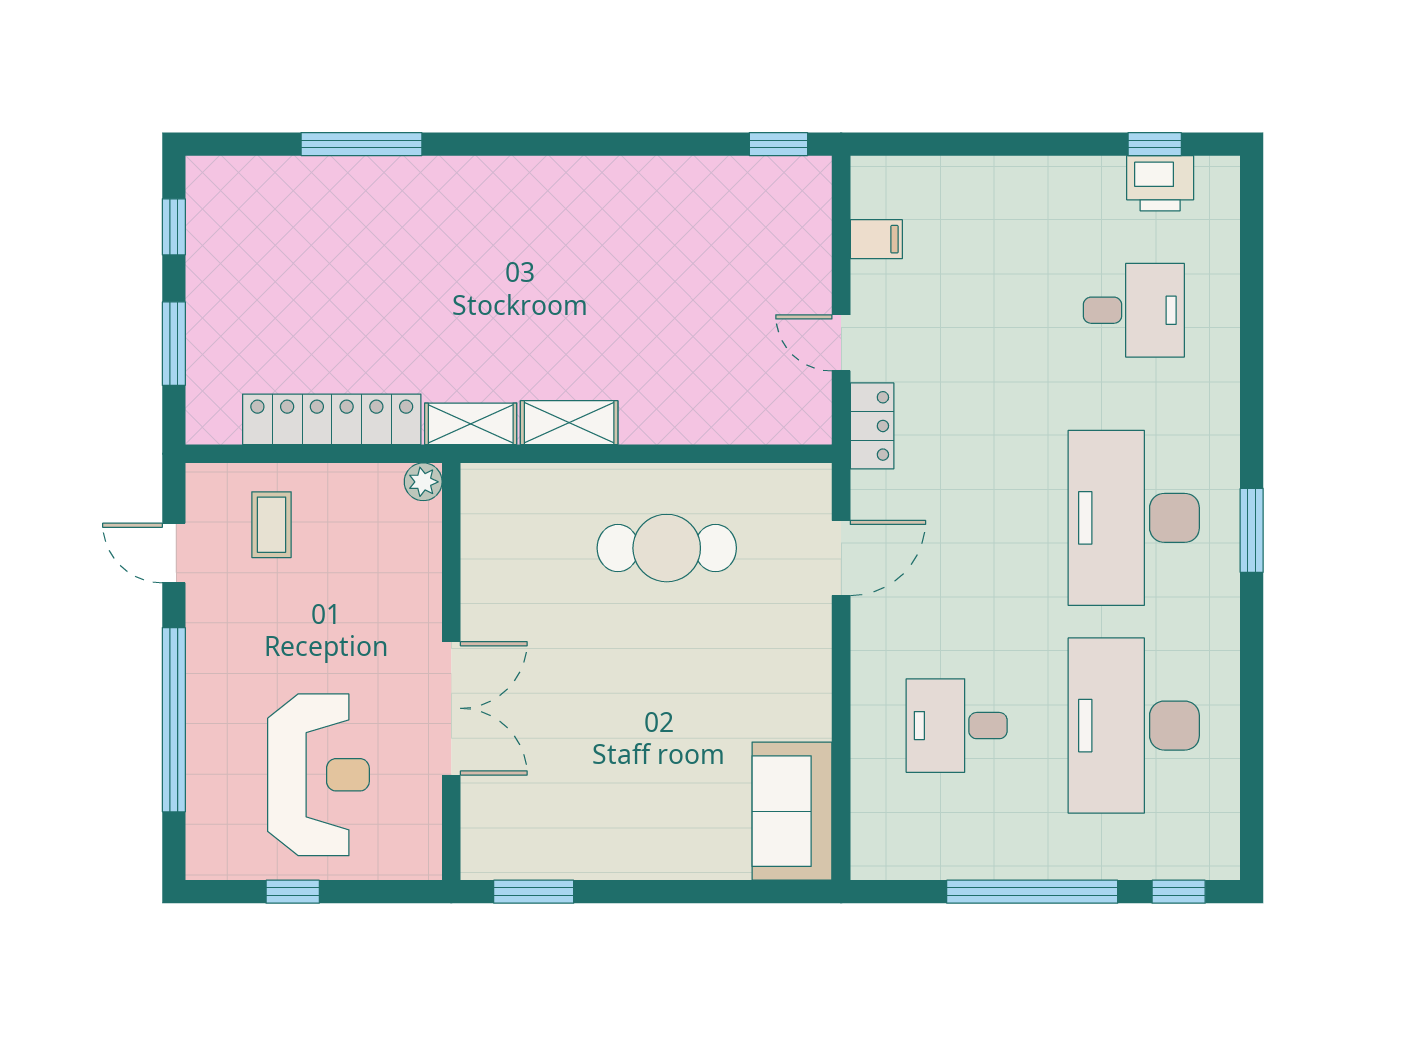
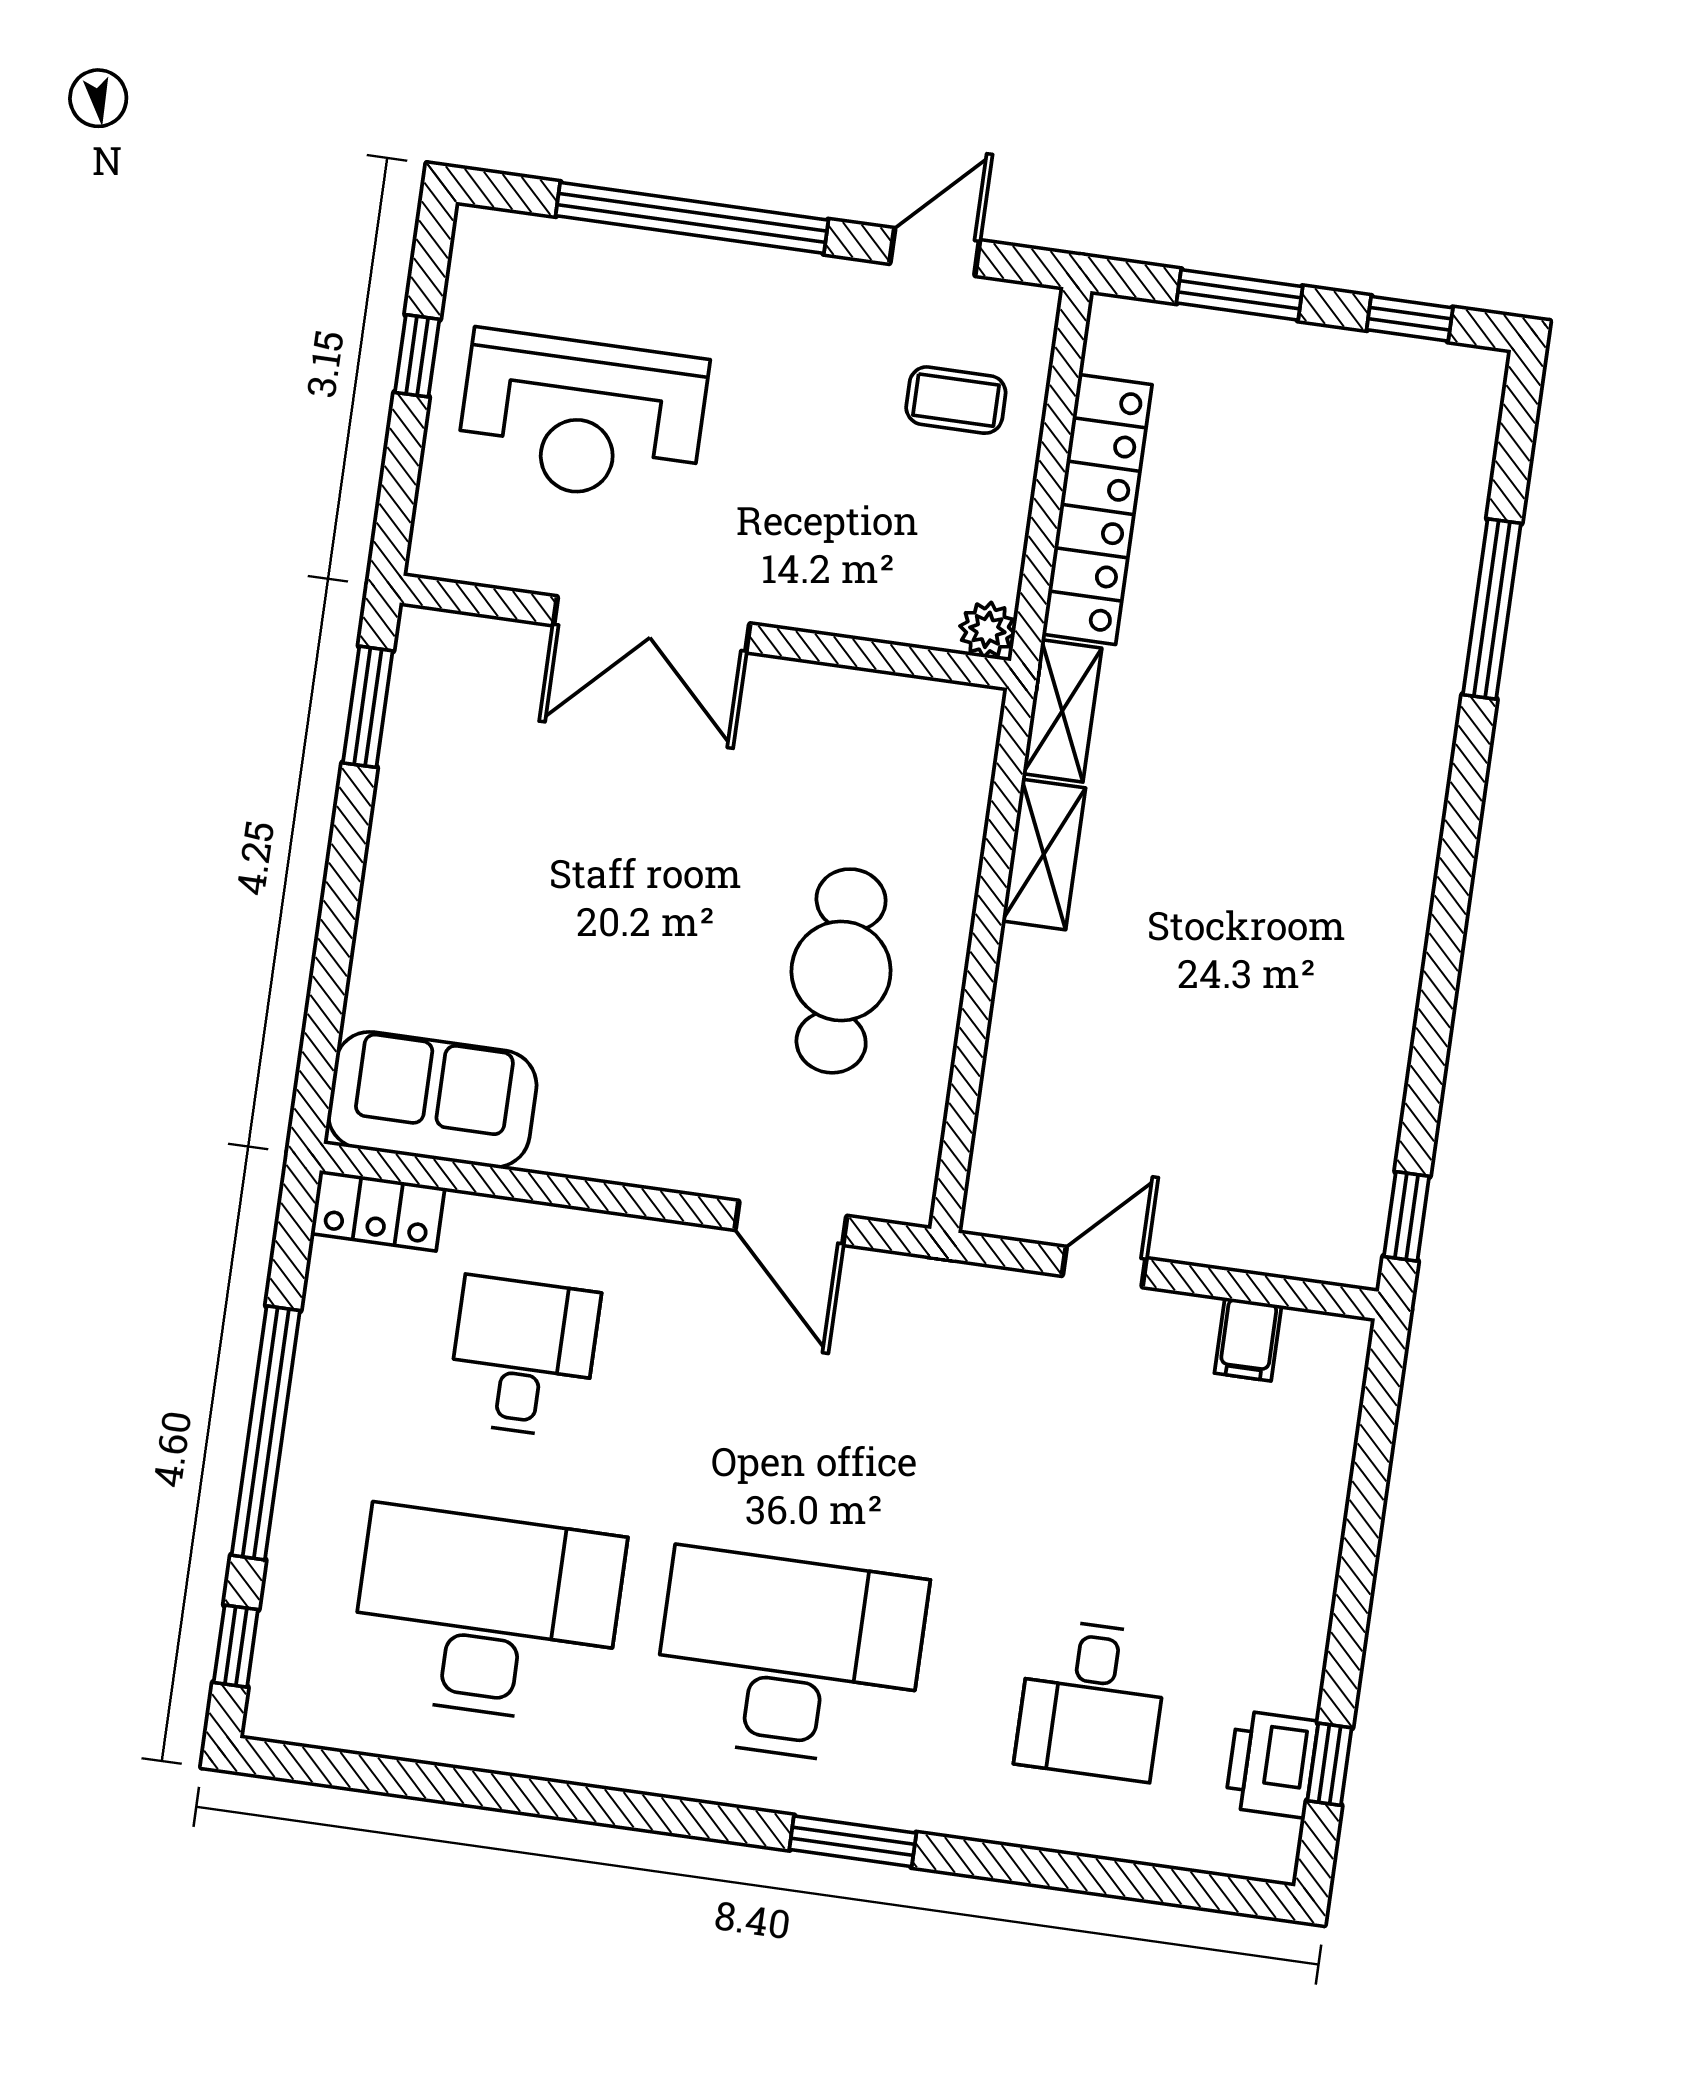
locker: (872, 426) -> (378, 1211), moved
window: (1252, 530) -> (853, 1841), moved

